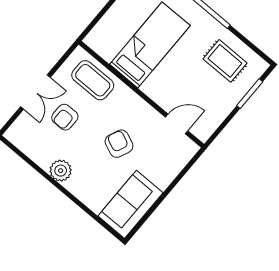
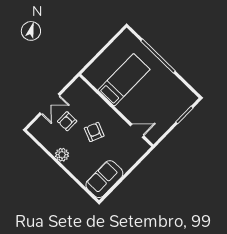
rug: (225, 61) -> (170, 93), removed
coffee table: (93, 80) -> (86, 99), removed
armchair: (119, 144) -> (94, 132), moved

